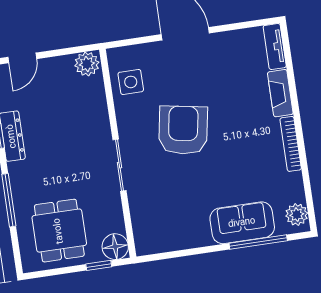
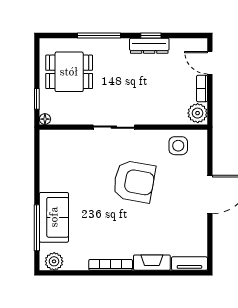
bookcase: (56, 63) -> (202, 89), added
floor lamp: (115, 247) -> (45, 119), width x0.53, depth x0.53

